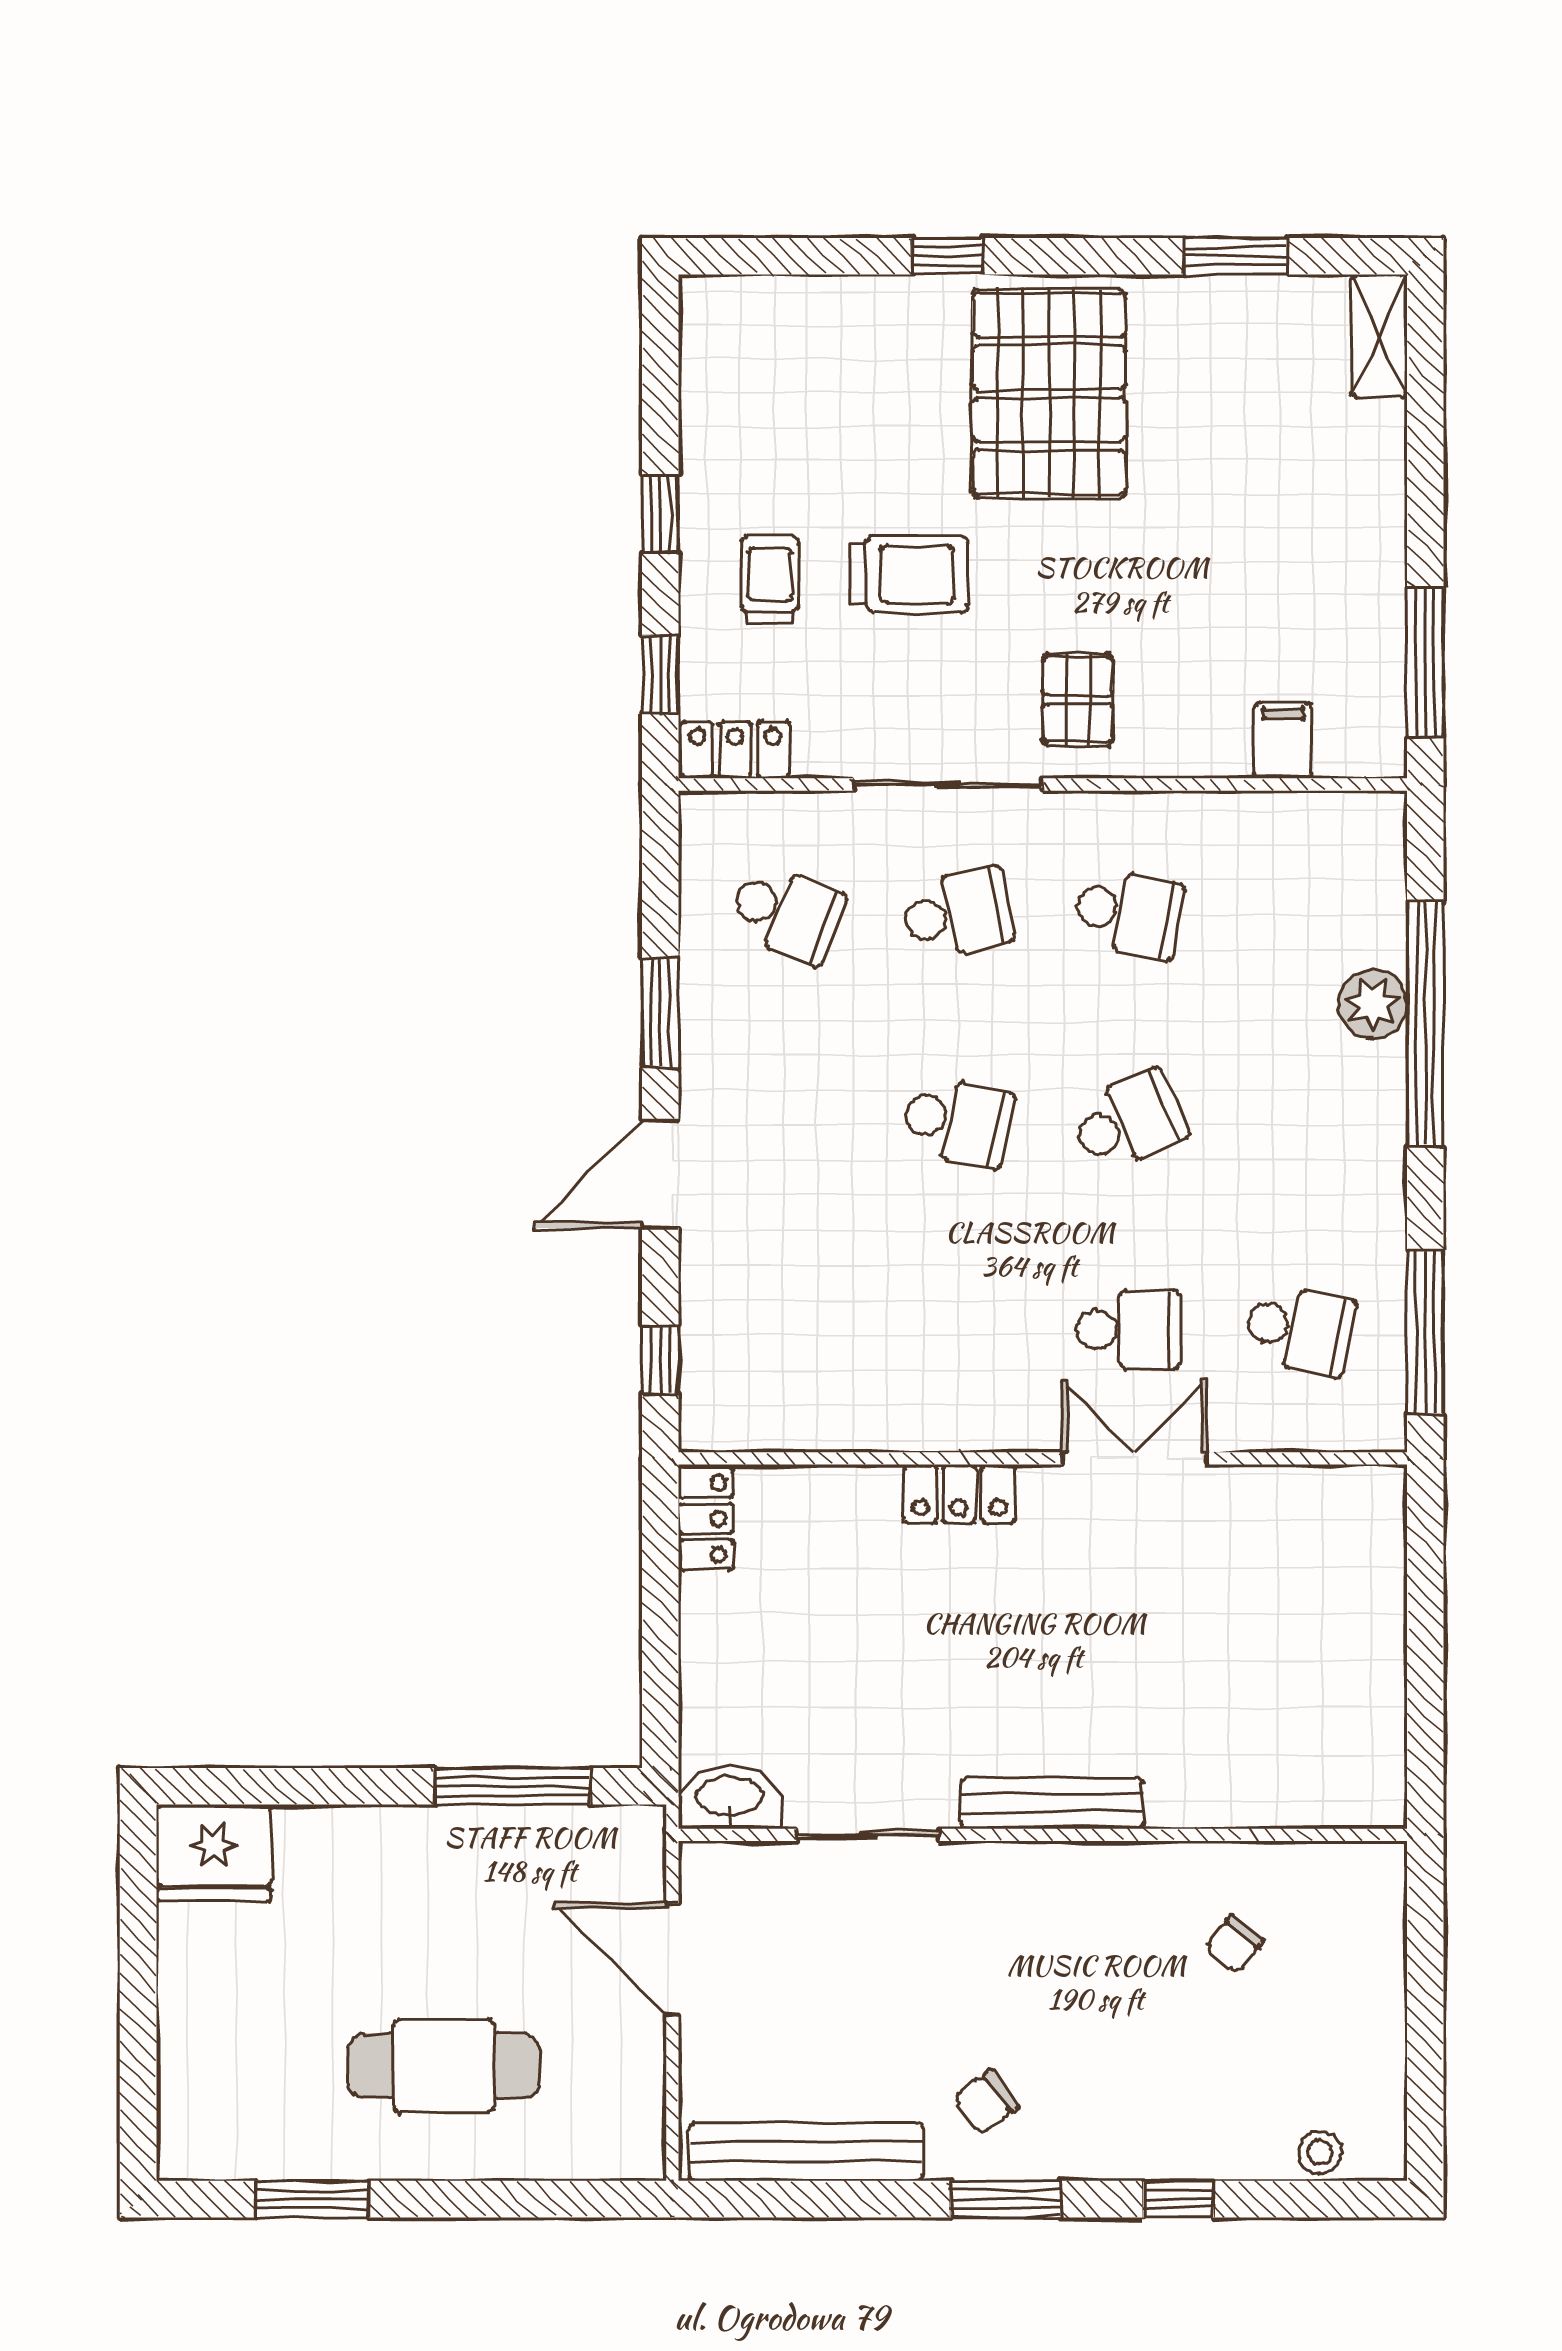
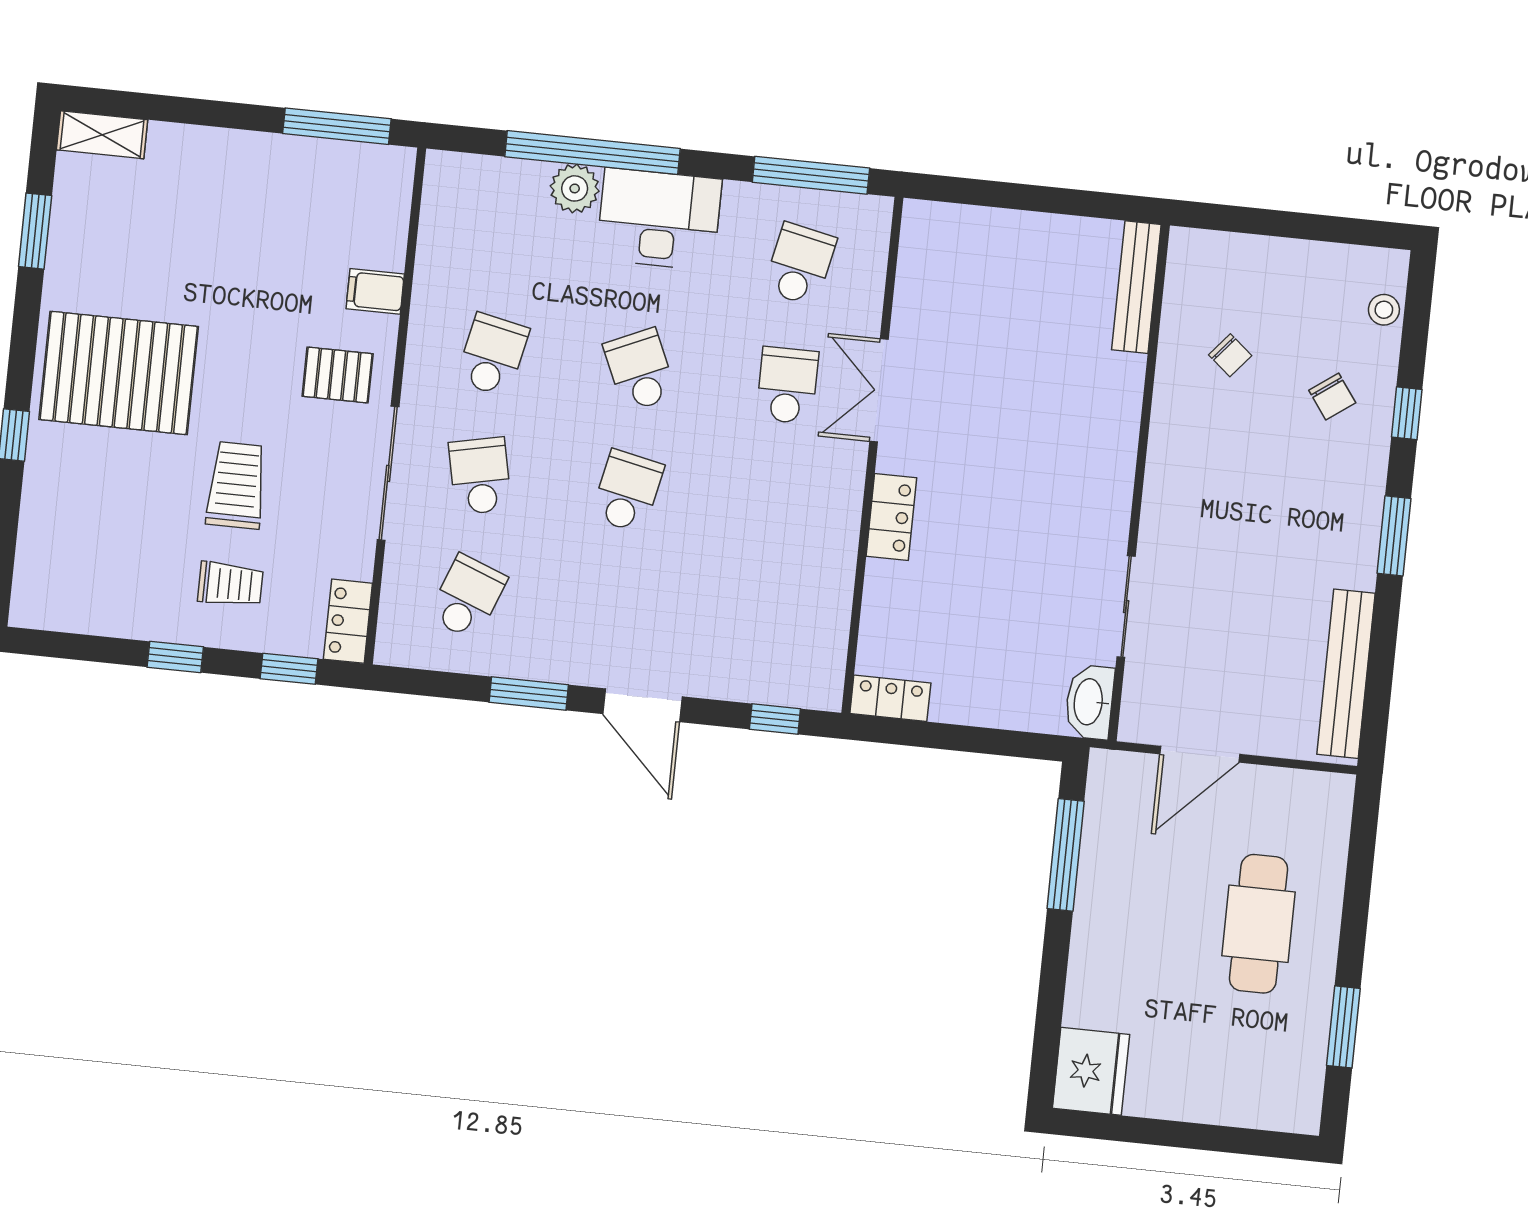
trolley: (770, 580) -> (230, 584), turned 180
filing cabinet: (1283, 740) -> (375, 291), moved
desk: (1342, 1126) -> (659, 219), added
bench: (1052, 1803) -> (1136, 287), moved
chair: (986, 2102) -> (1332, 396), moved

